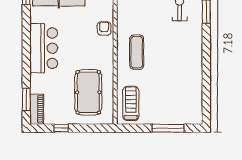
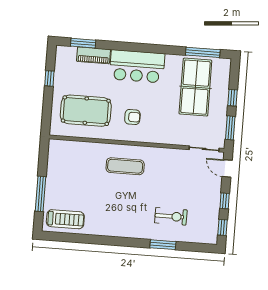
armchair: (104, 28) -> (132, 117), moved
treadmill: (131, 103) -> (65, 219), moved
piano: (37, 109) -> (93, 55), moved

